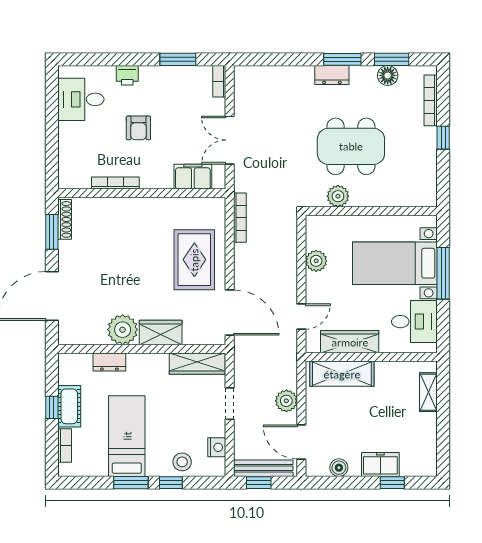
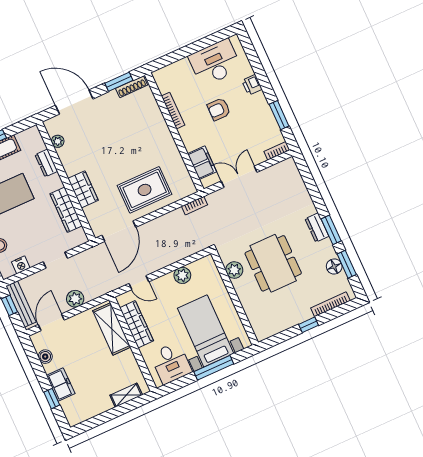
desk: (81, 99) -> (215, 63), width x1.37
bookcase: (240, 218) -> (195, 206), width x0.64
plant: (123, 330) -> (58, 141), moved, width x0.53, depth x0.53
wardrobe: (197, 364) -> (66, 210), moved

